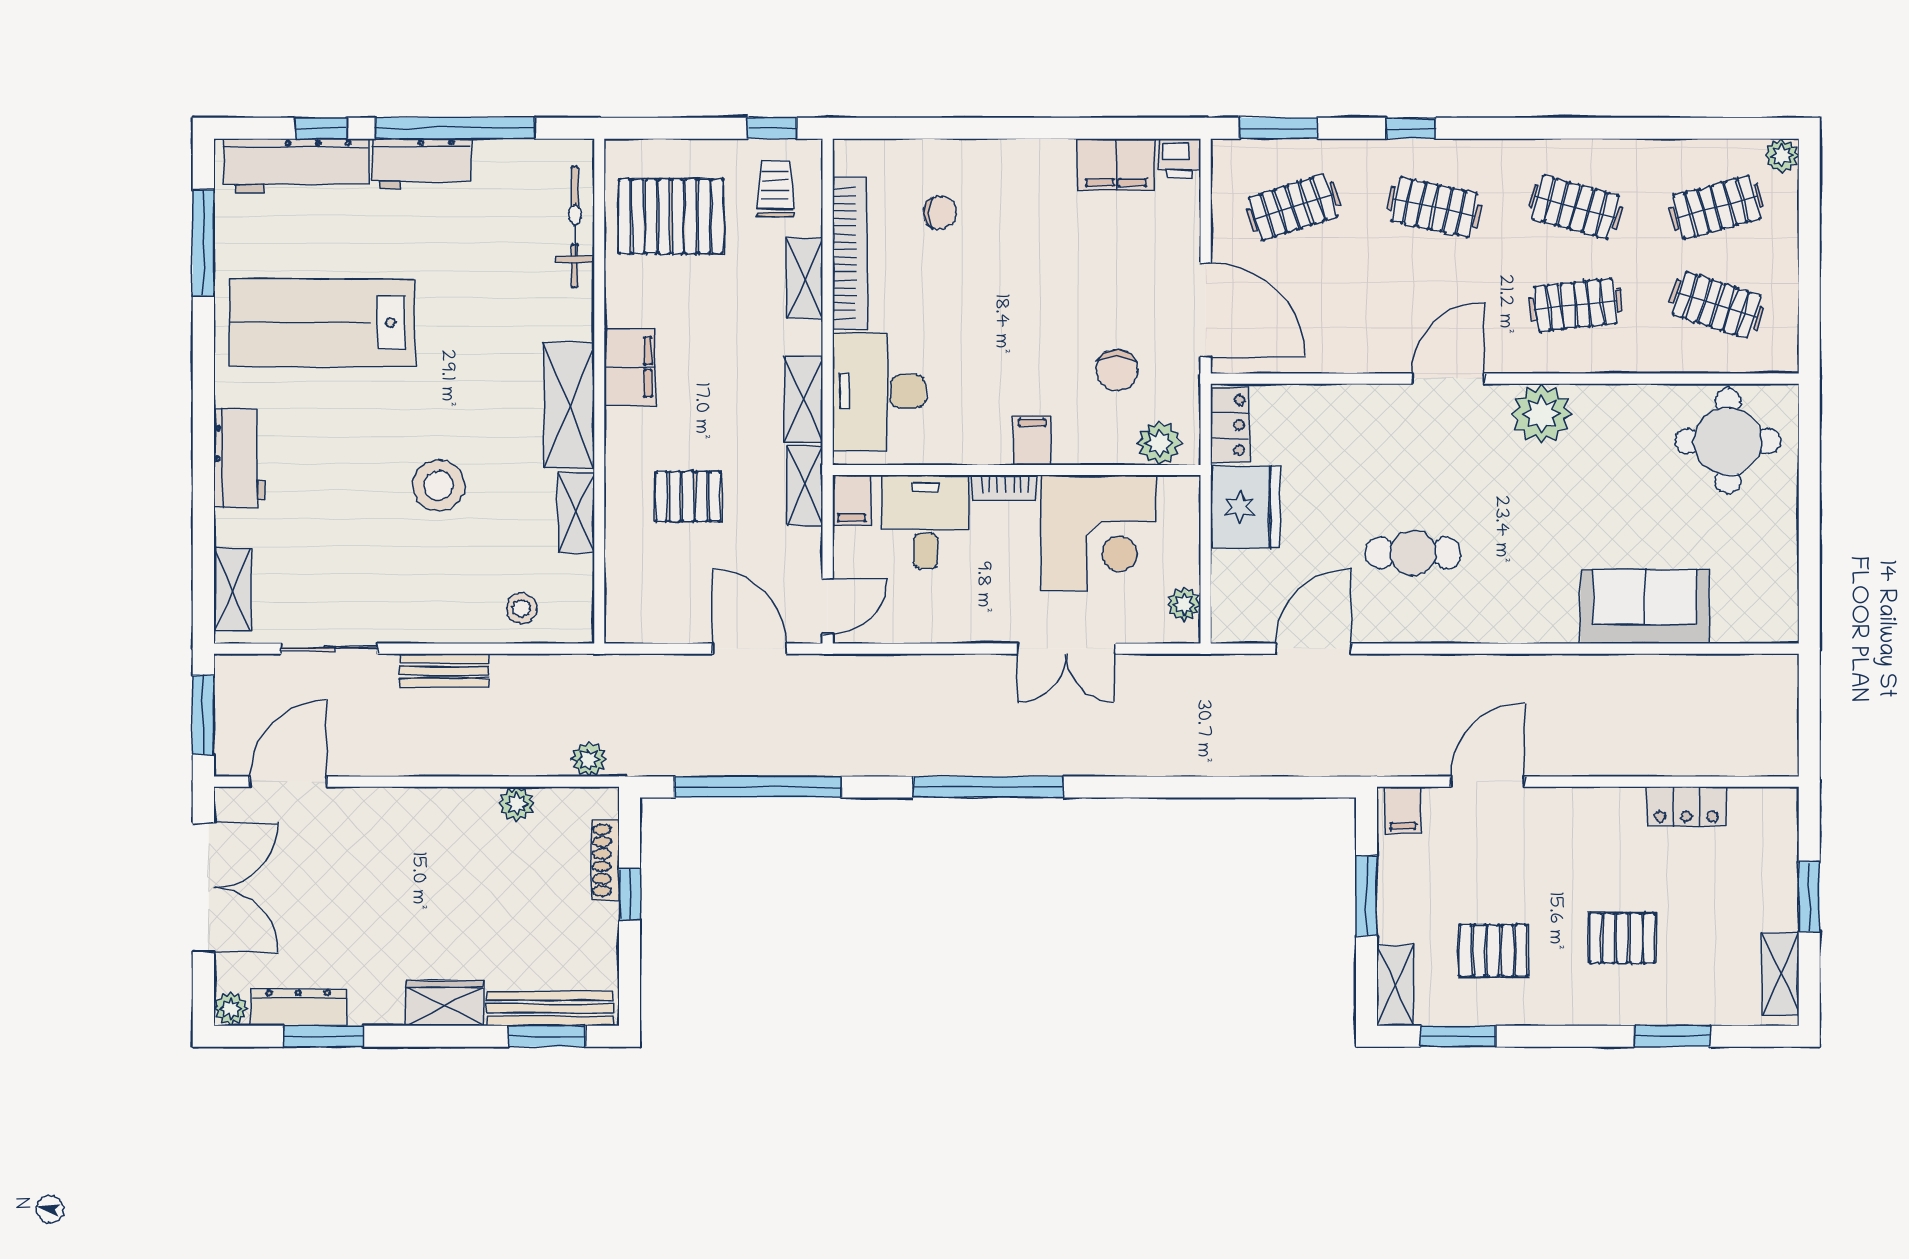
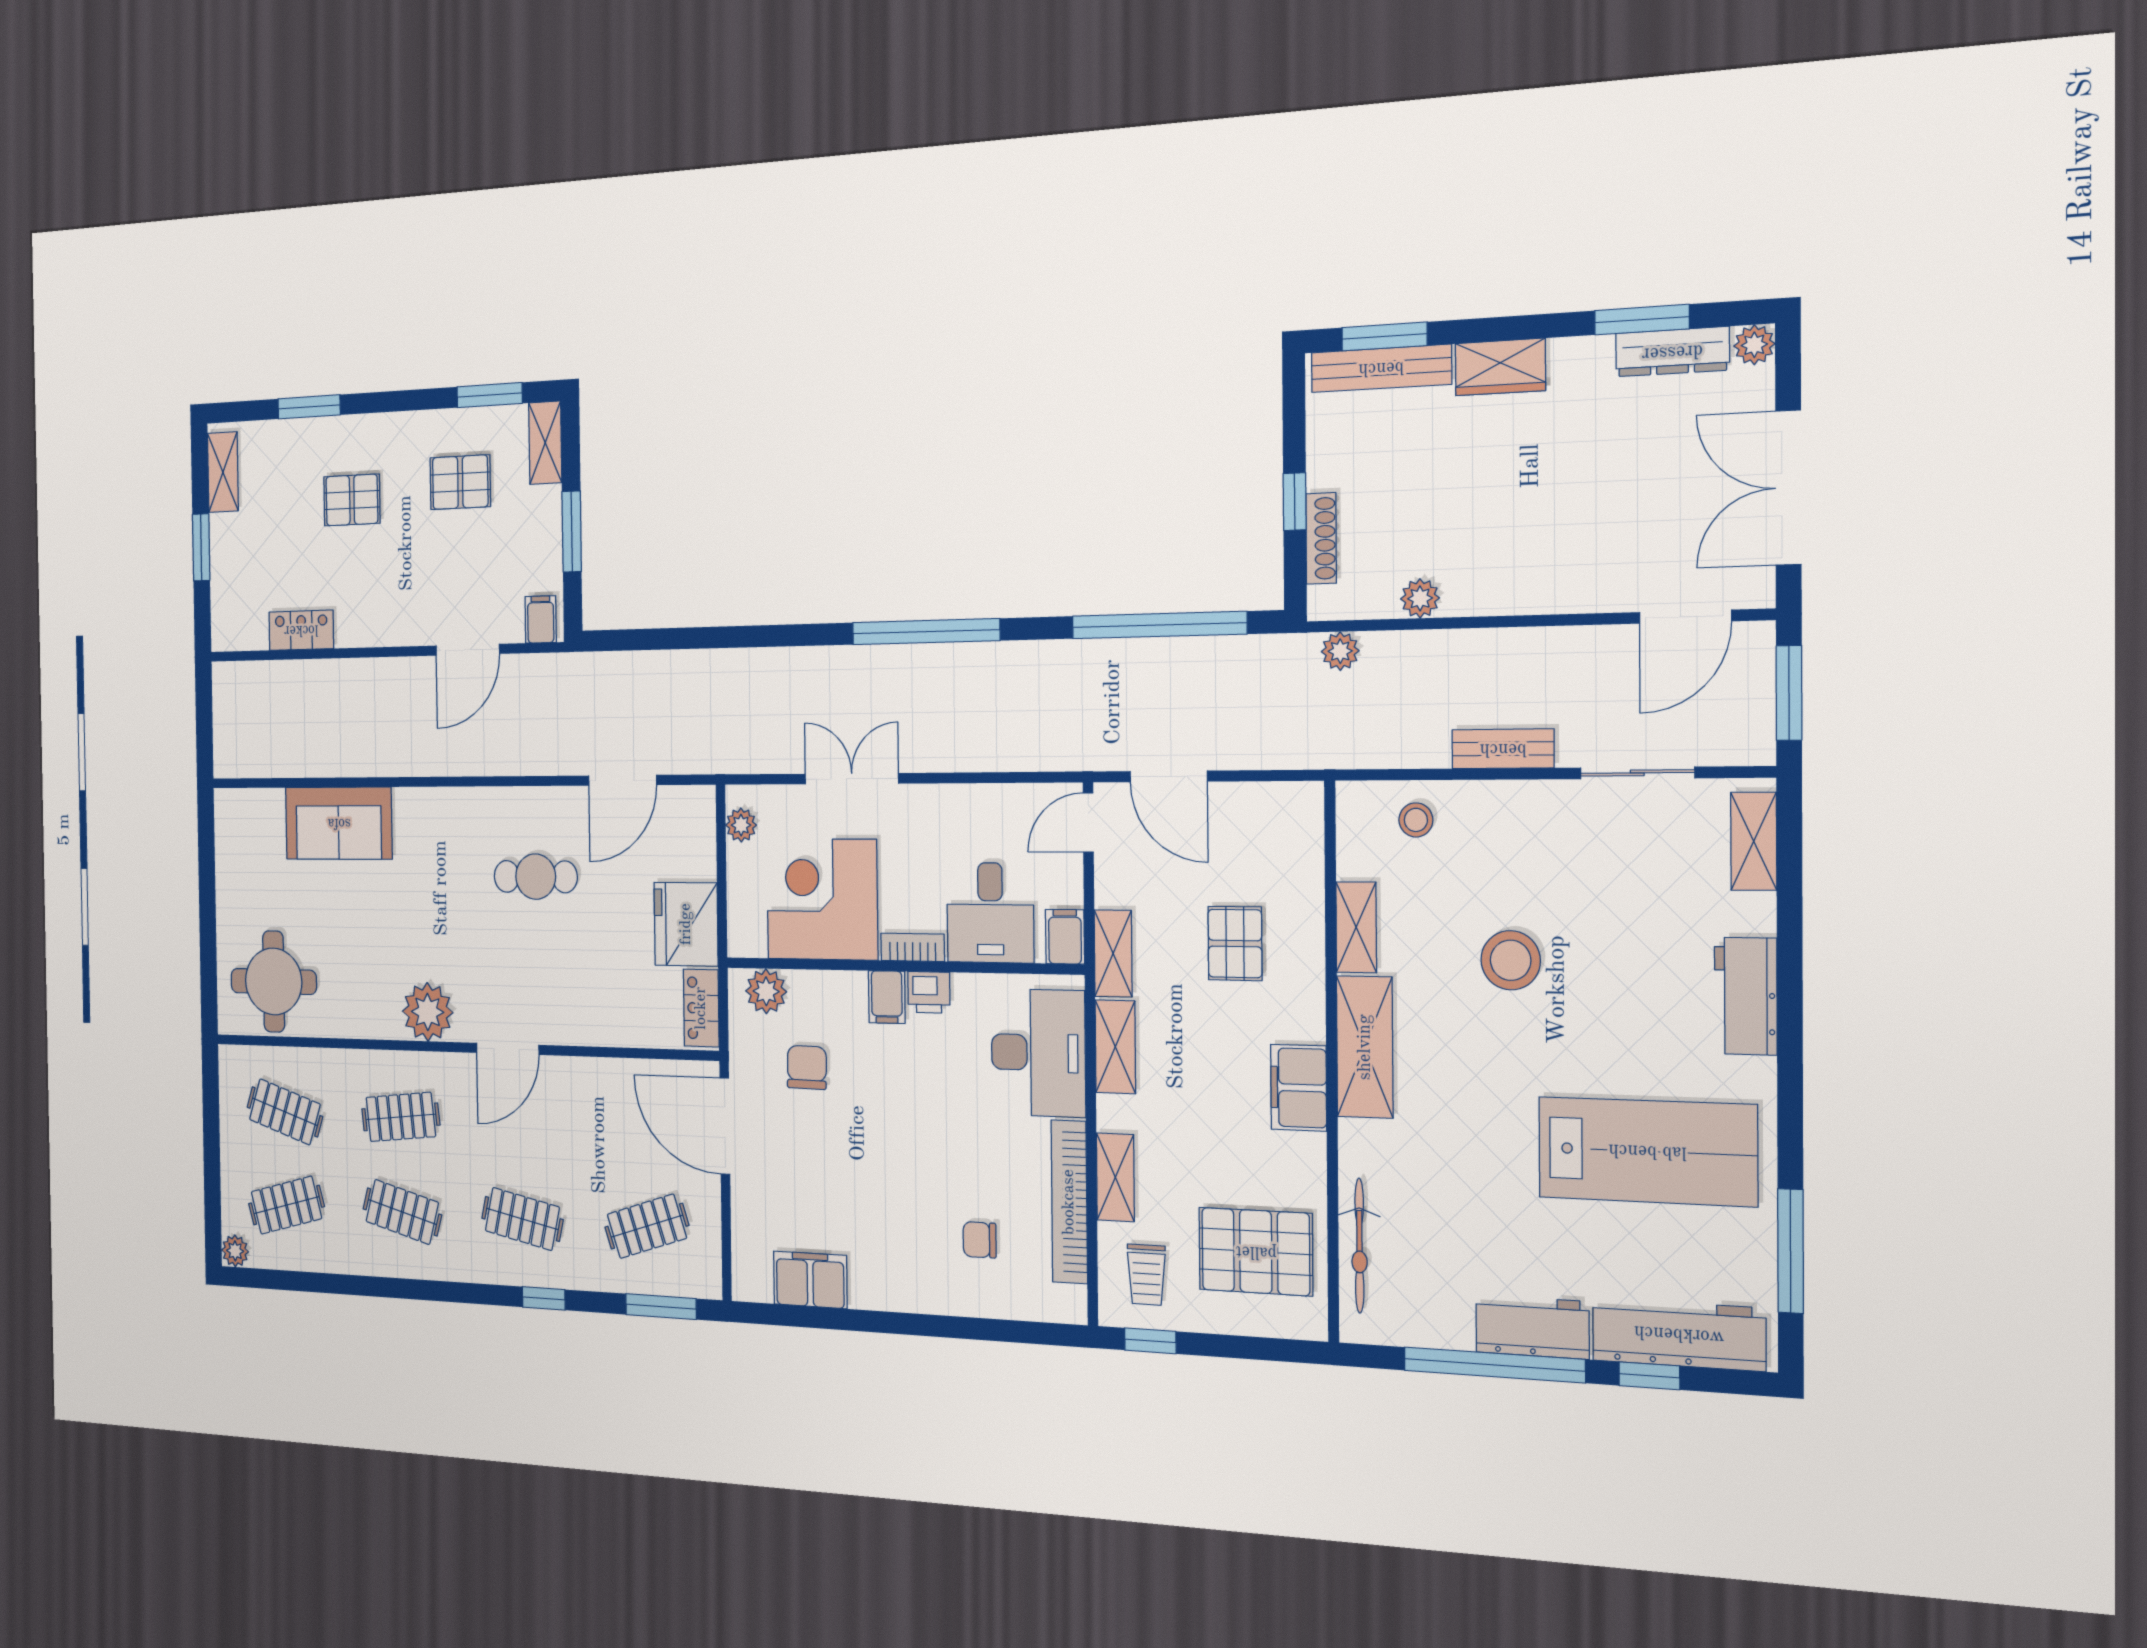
printer: (1179, 158) -> (929, 992), moved, turned 180
pallet: (688, 496) -> (1235, 943), turned 90

